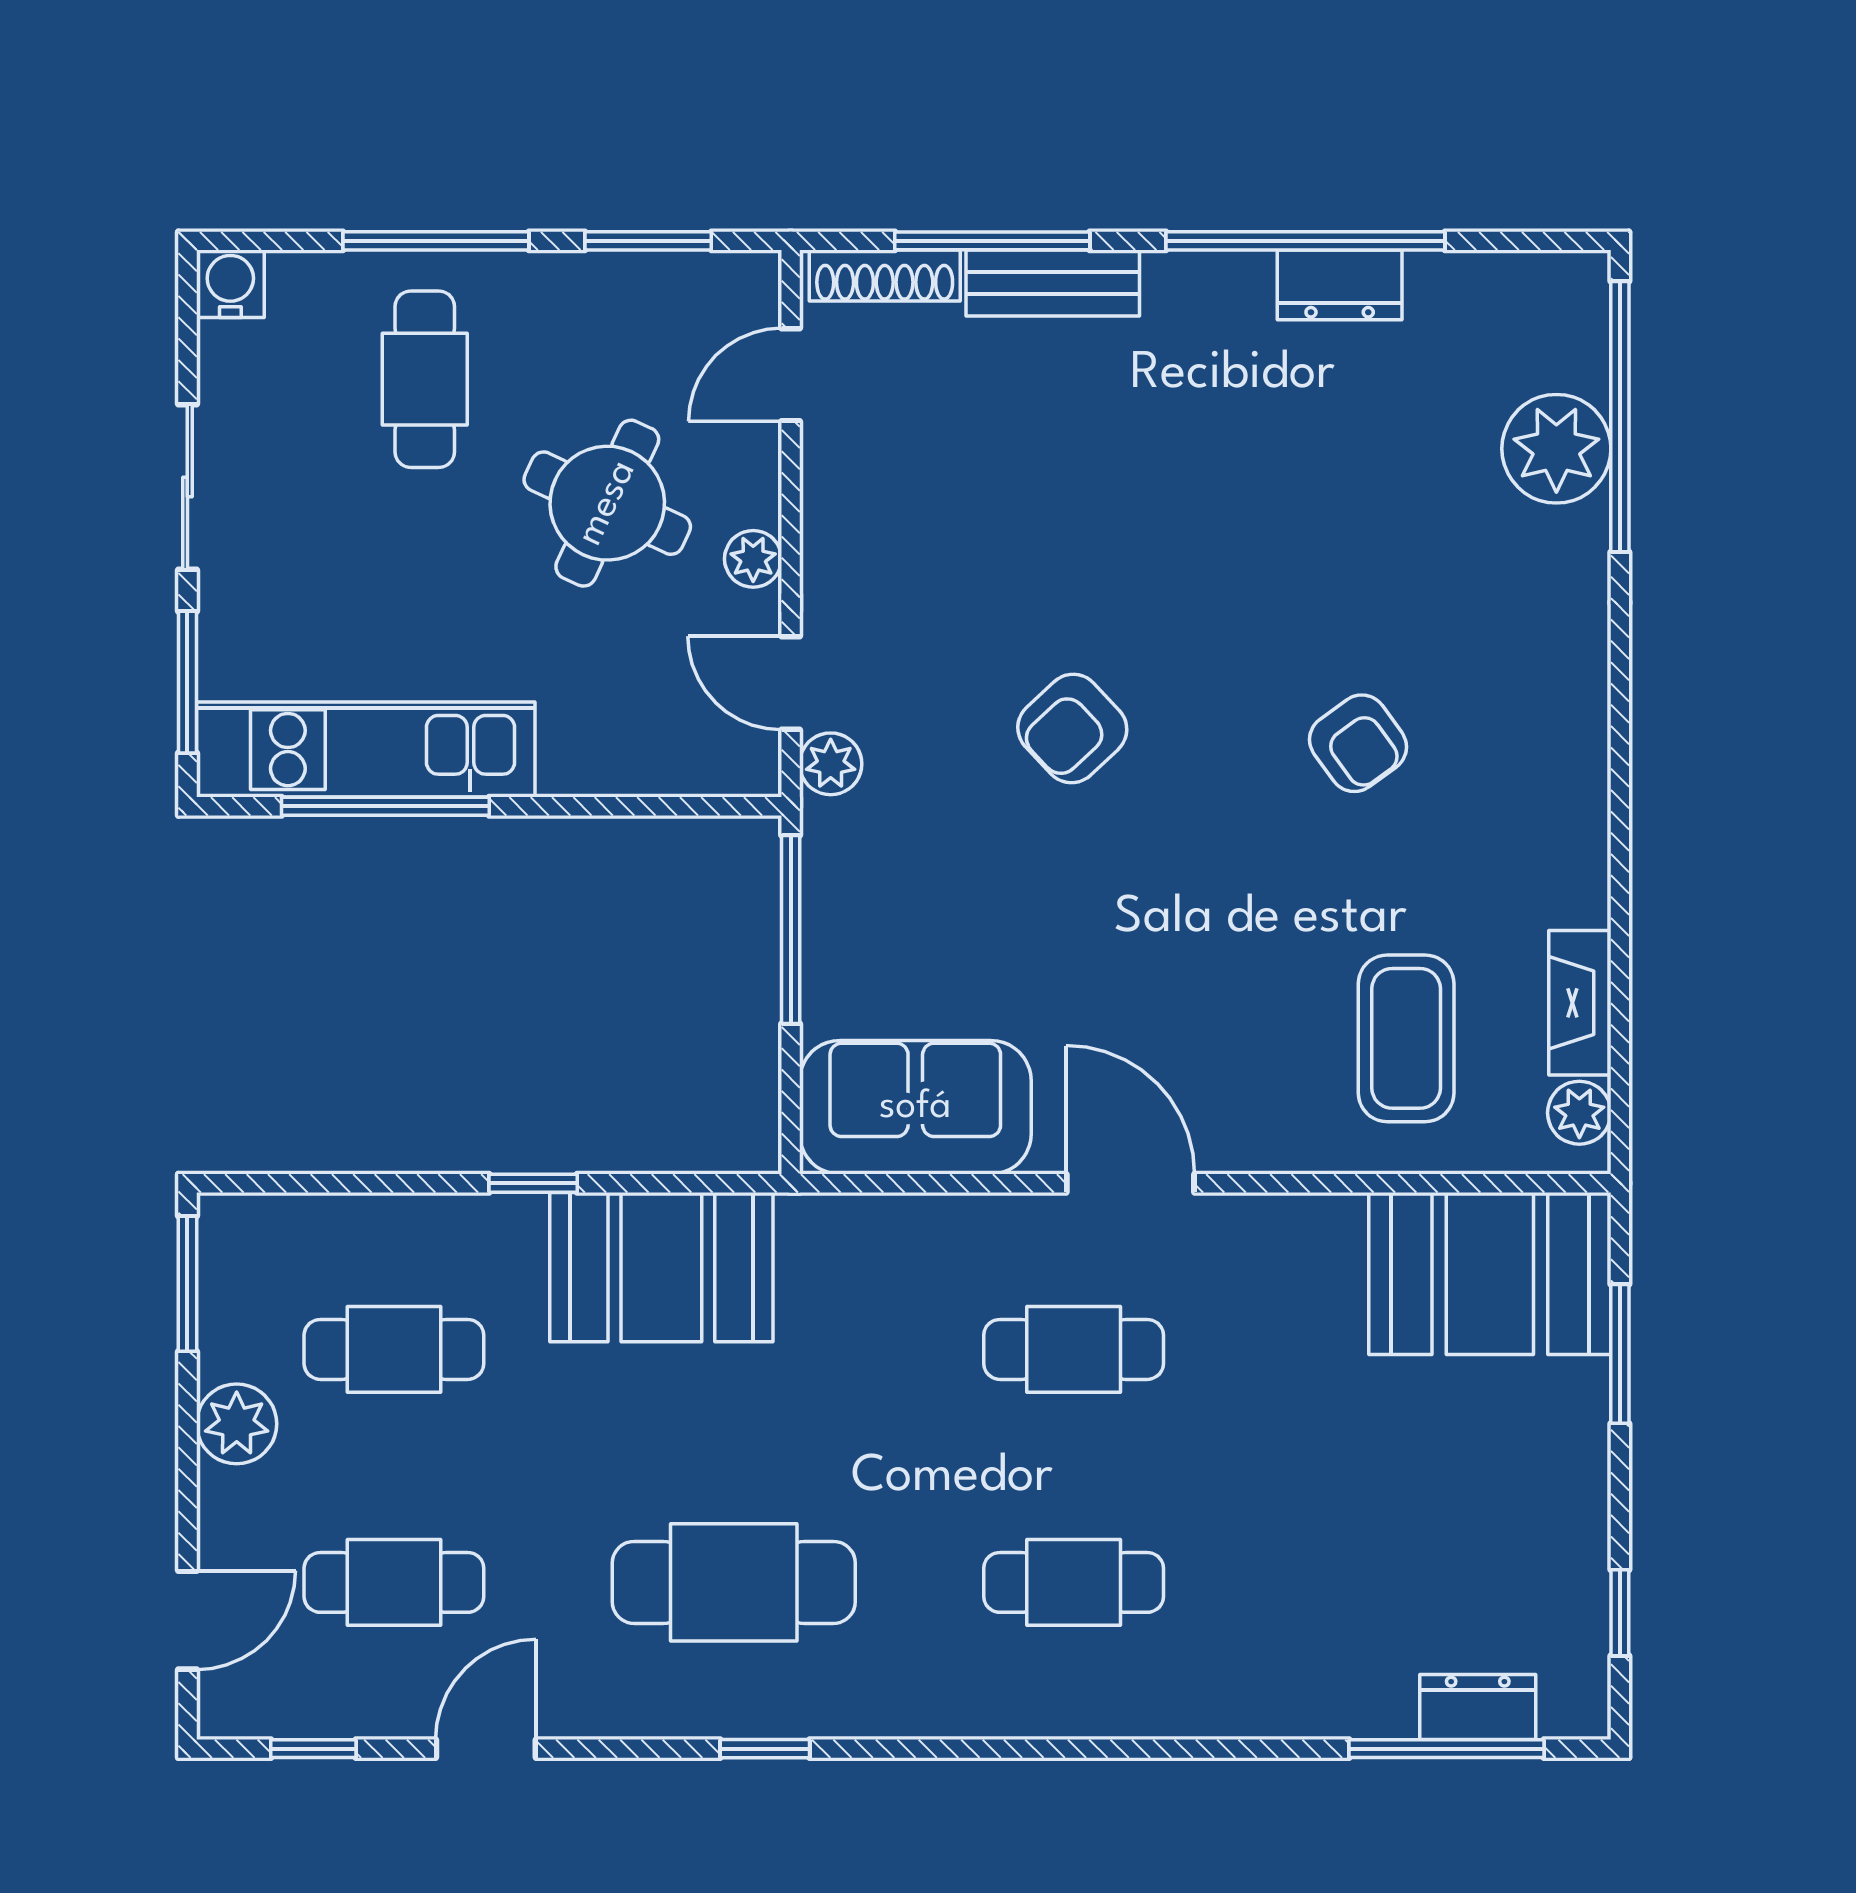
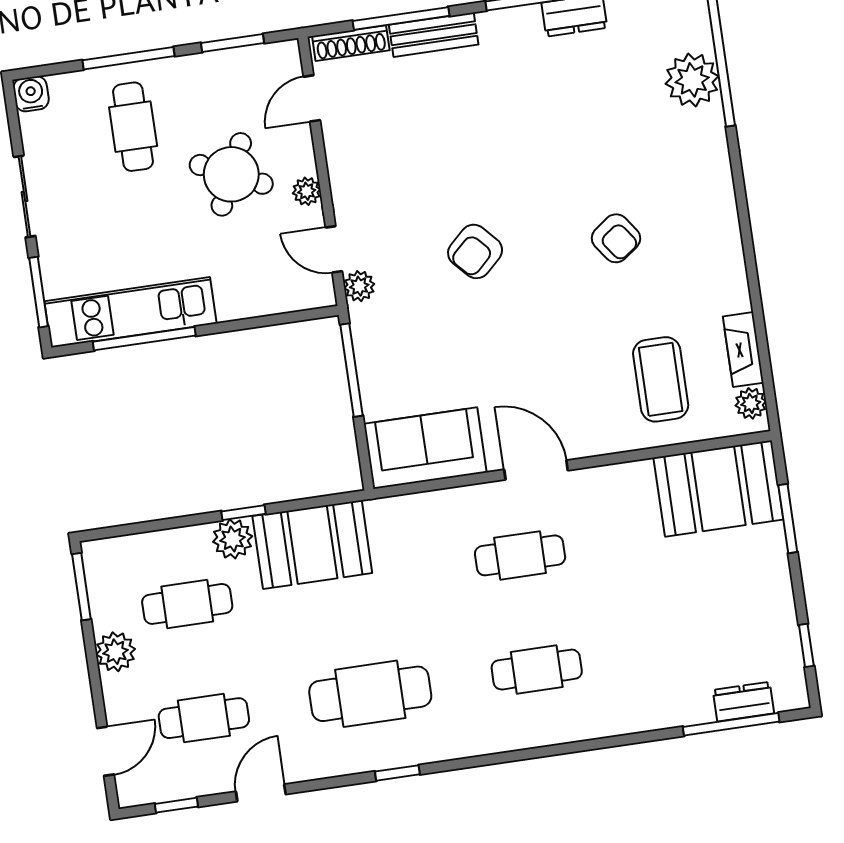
plant: (503, 1233) -> (233, 539), added

